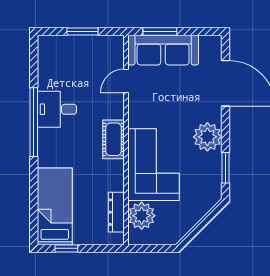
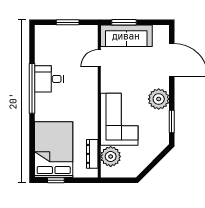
cot: (114, 139) -> (90, 101), removed
bed: (55, 206) -> (54, 150), width x1.50

